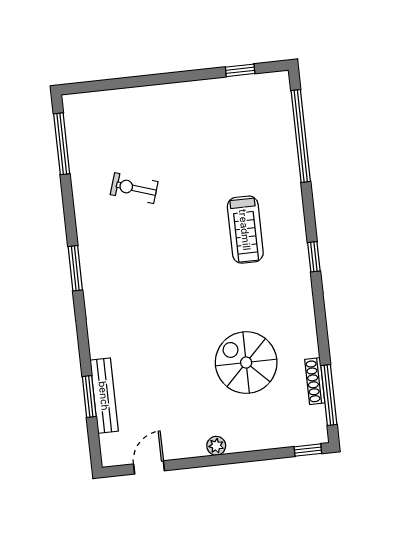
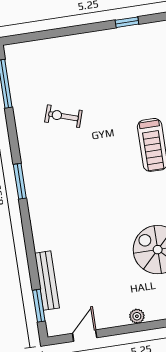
window: (240, 70) -> (127, 22), moved
window: (89, 396) -> (39, 306), moved

